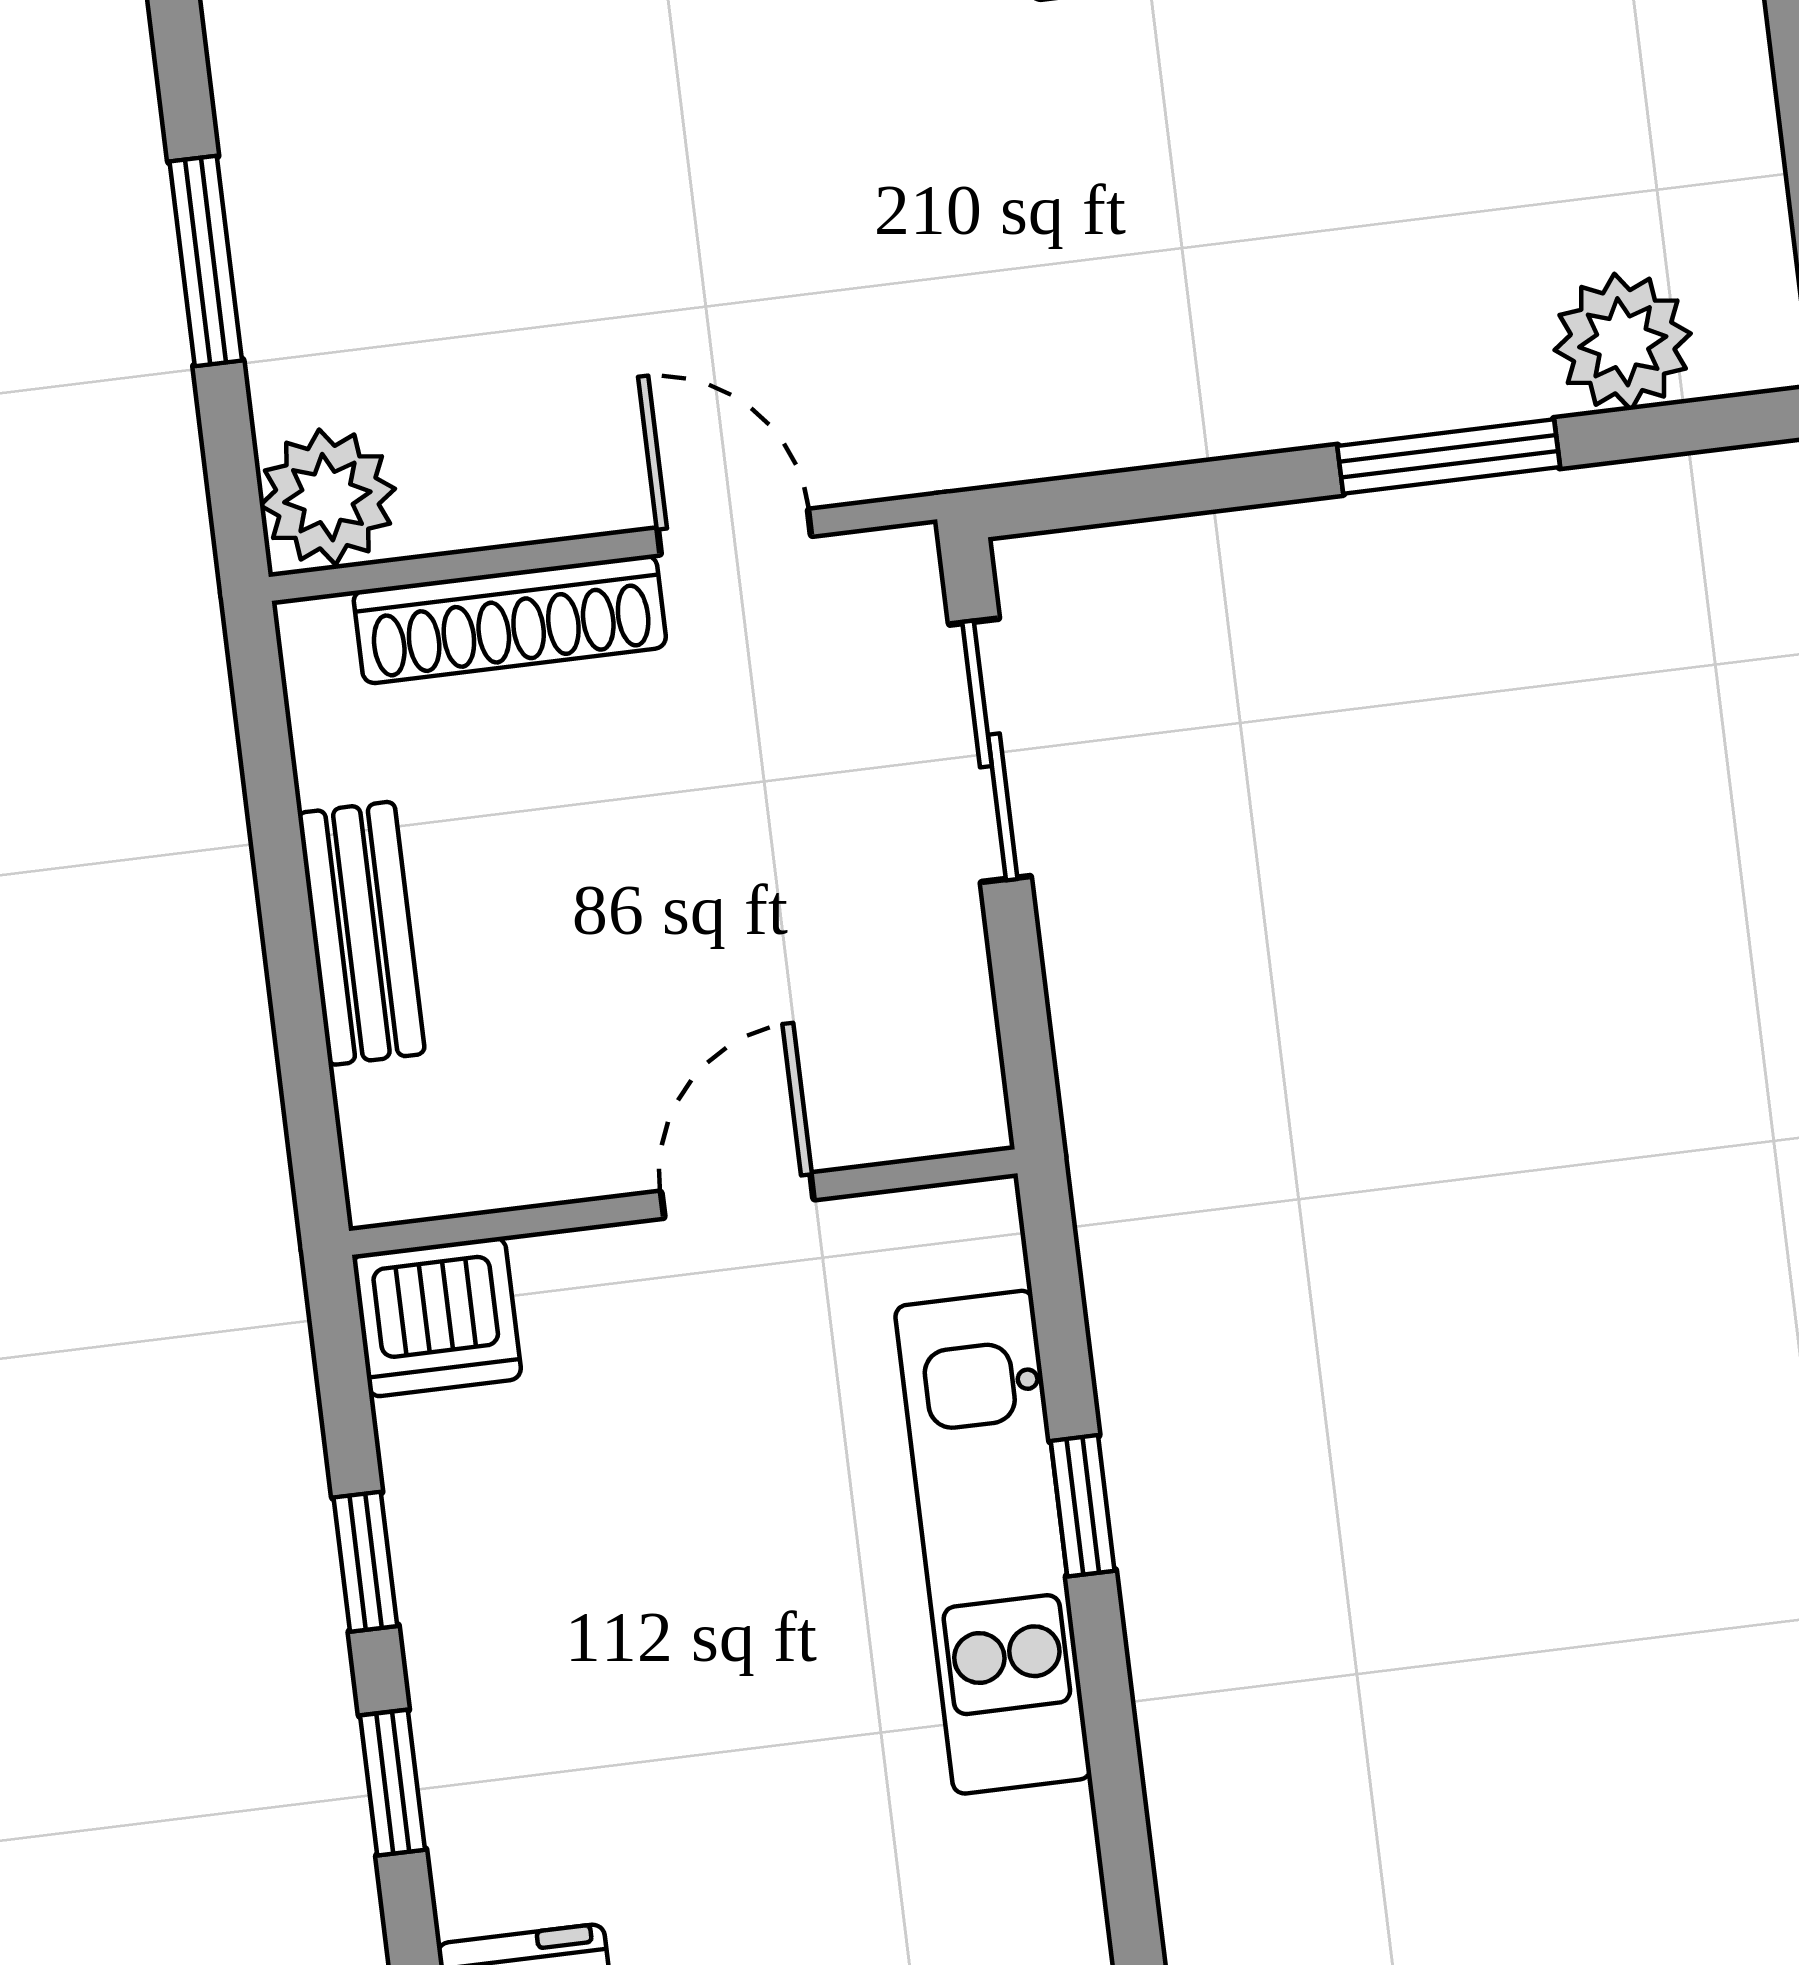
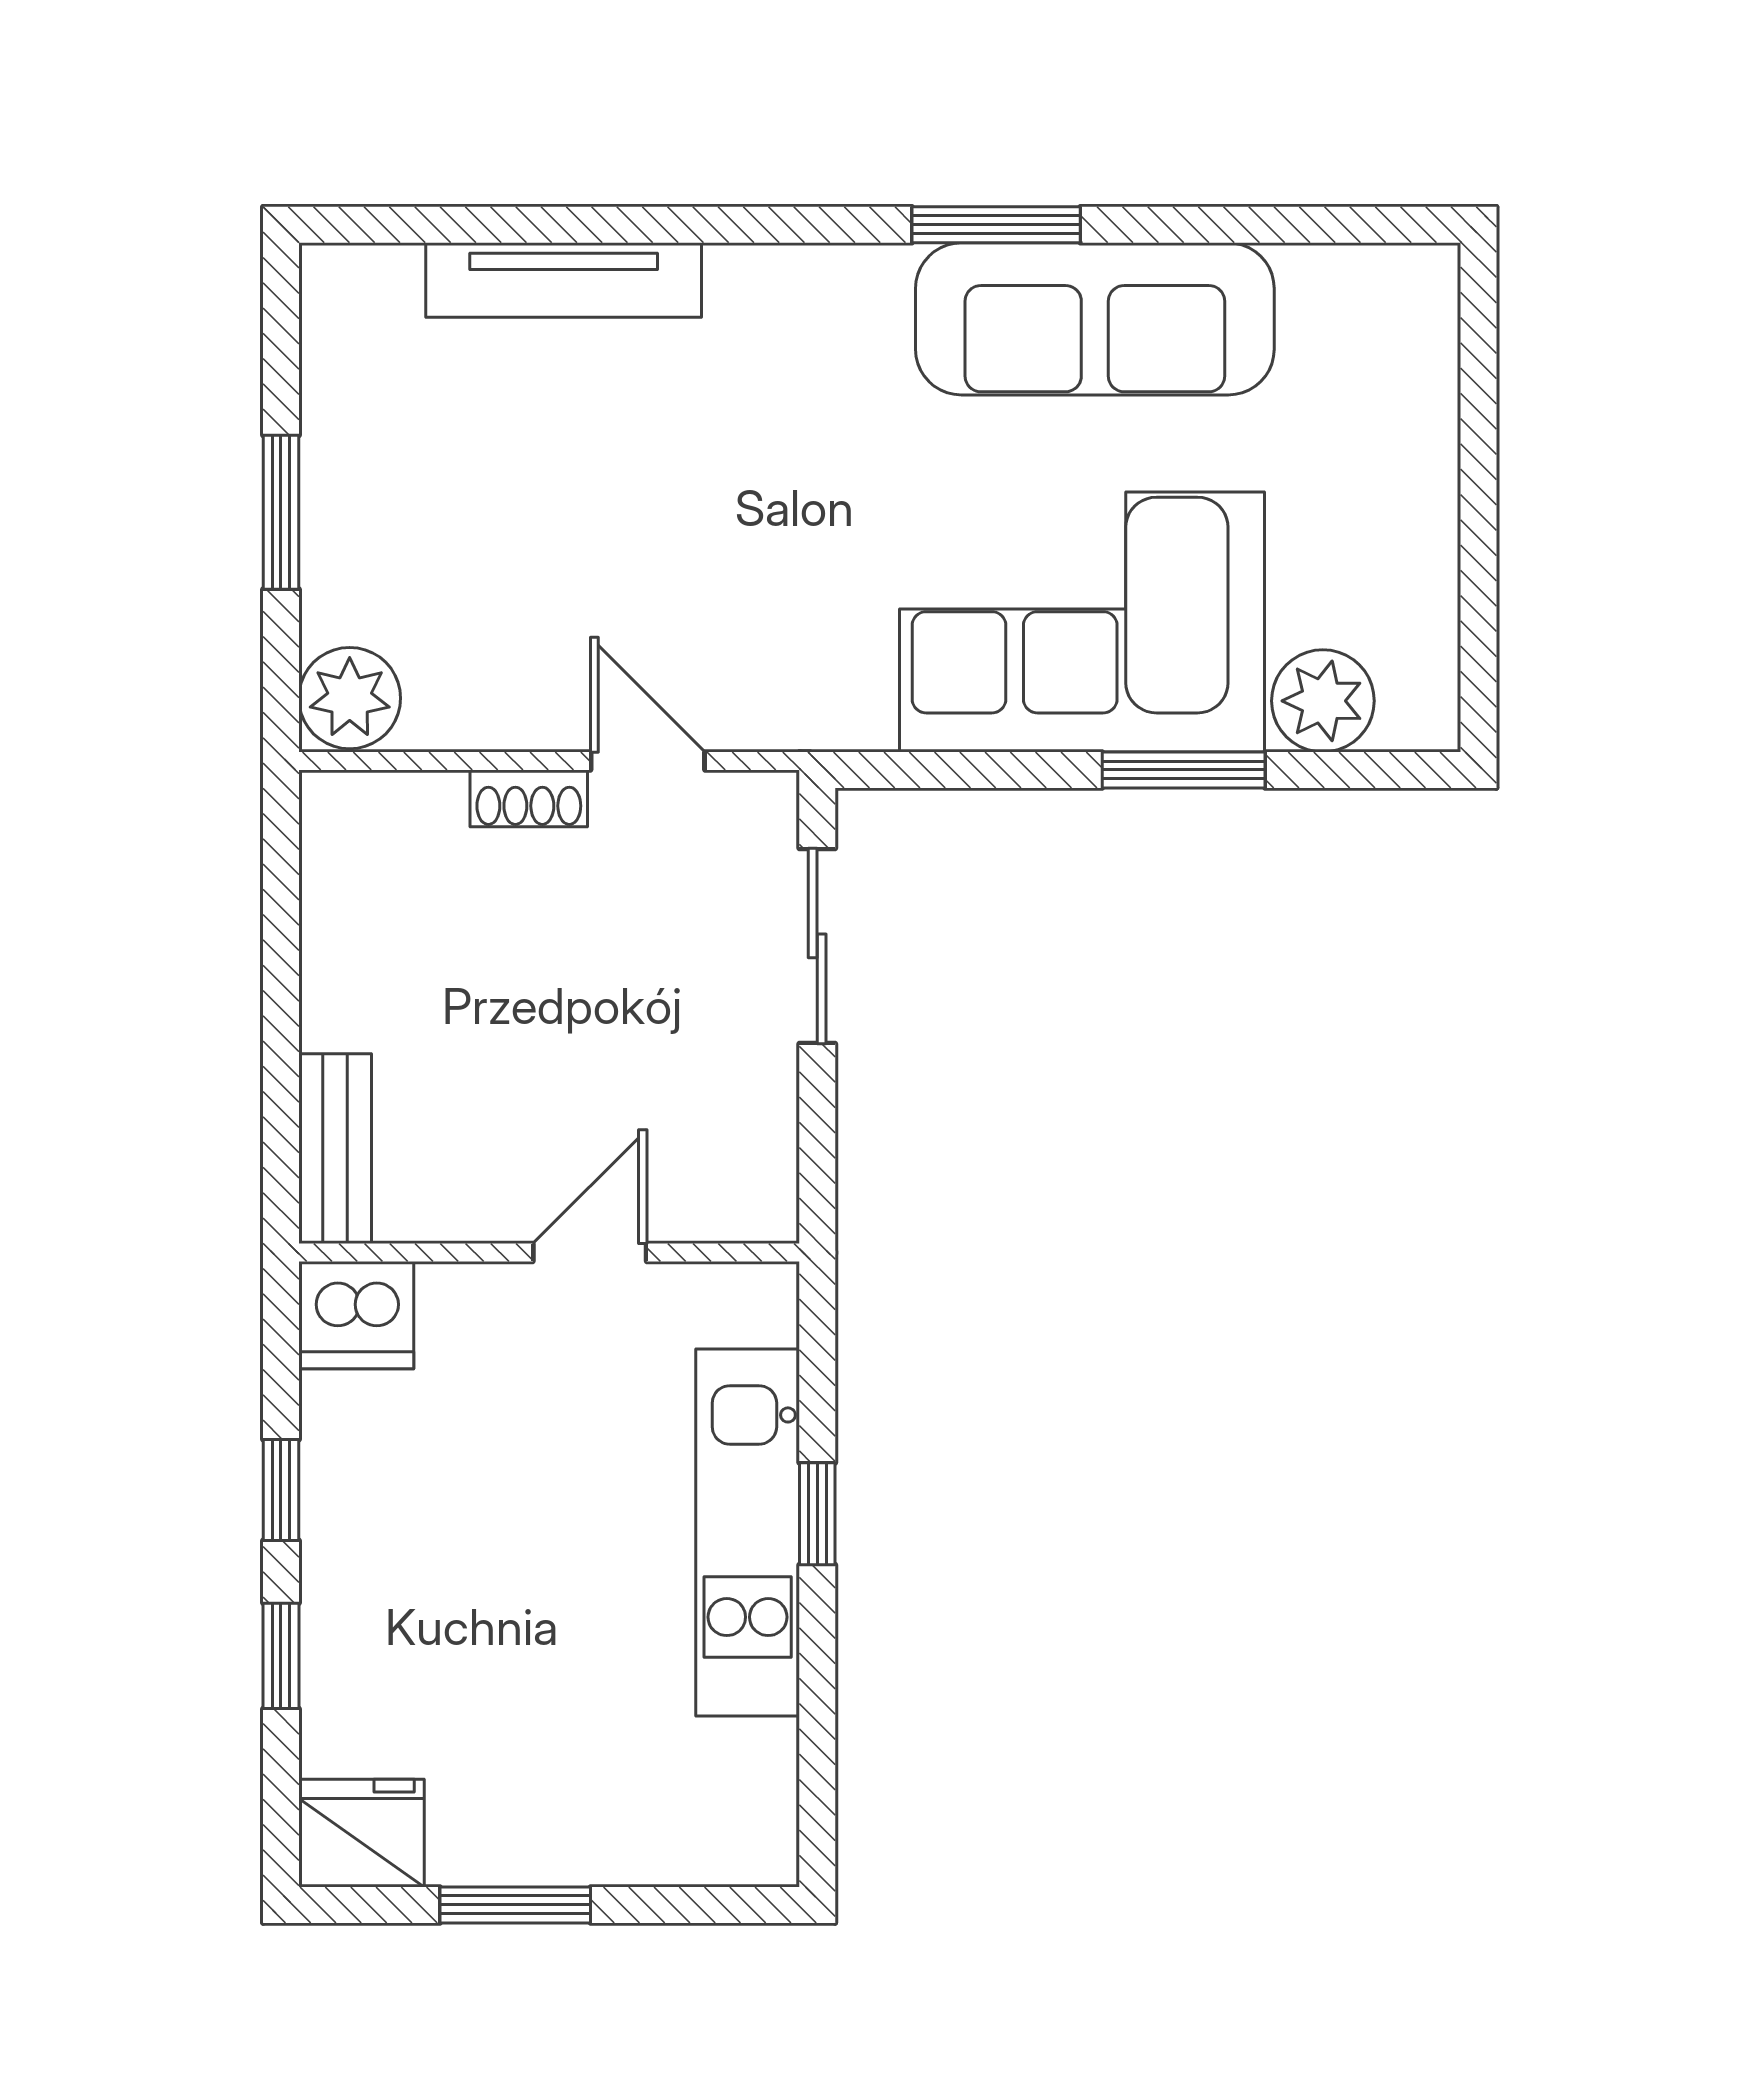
corner sofa: (1289, 276) -> (1082, 622), added
shoe rack: (510, 619) -> (529, 798), width x0.51, depth x0.81
bench: (361, 933) -> (335, 1149), moved

